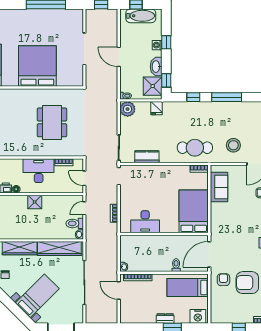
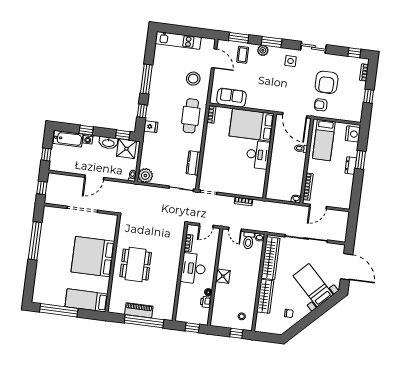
bathtub: (141, 16) -> (68, 139), moved, turned 90
fridge: (157, 108) -> (151, 127), moved
dining table: (52, 122) -> (136, 265), moved, turned 90
desk: (145, 222) -> (258, 155), moved

